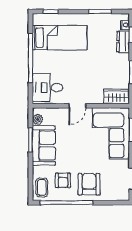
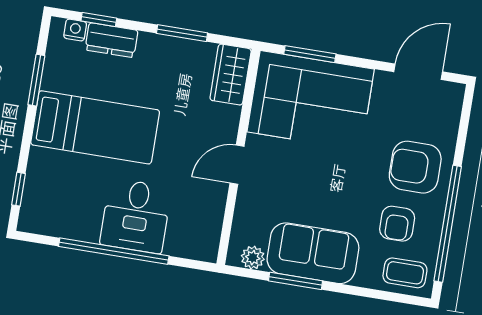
bed: (60, 38) -> (95, 127), moved, turned 90
desk: (48, 87) -> (136, 216), moved
door: (77, 106) -> (237, 165), swing flipped
armchair: (63, 180) -> (397, 224), turned 90

